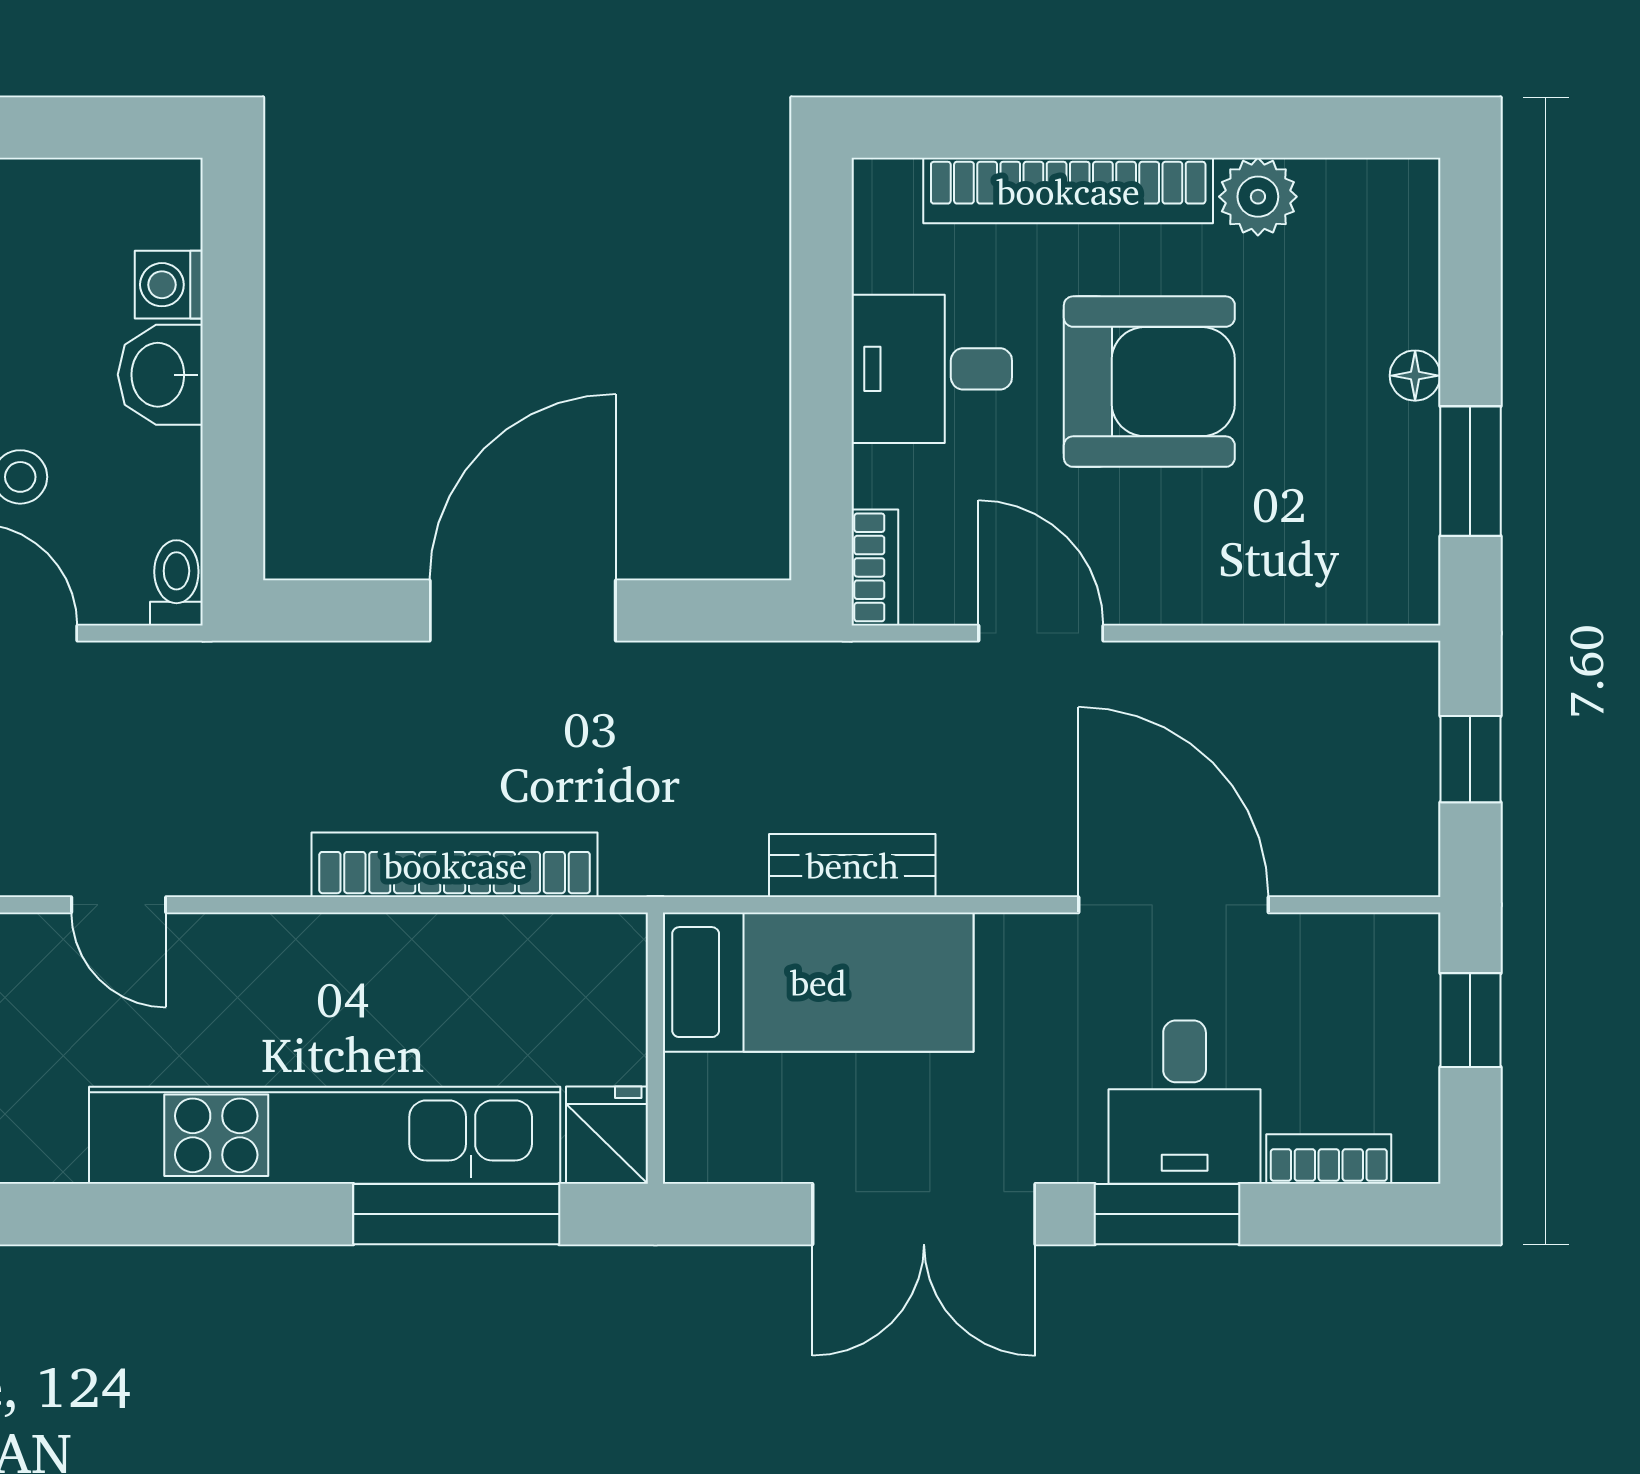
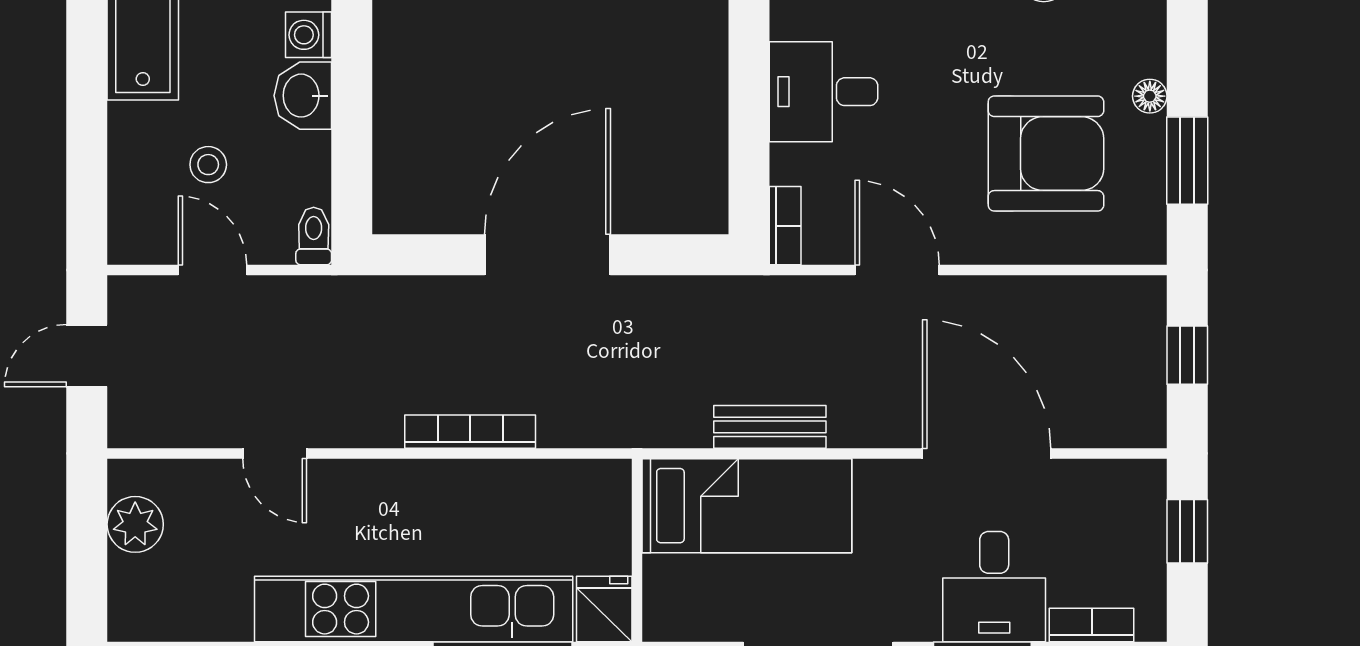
armchair: (1149, 382) -> (1046, 154), moved
bookcase: (455, 865) -> (470, 432), width x0.68, depth x0.76

